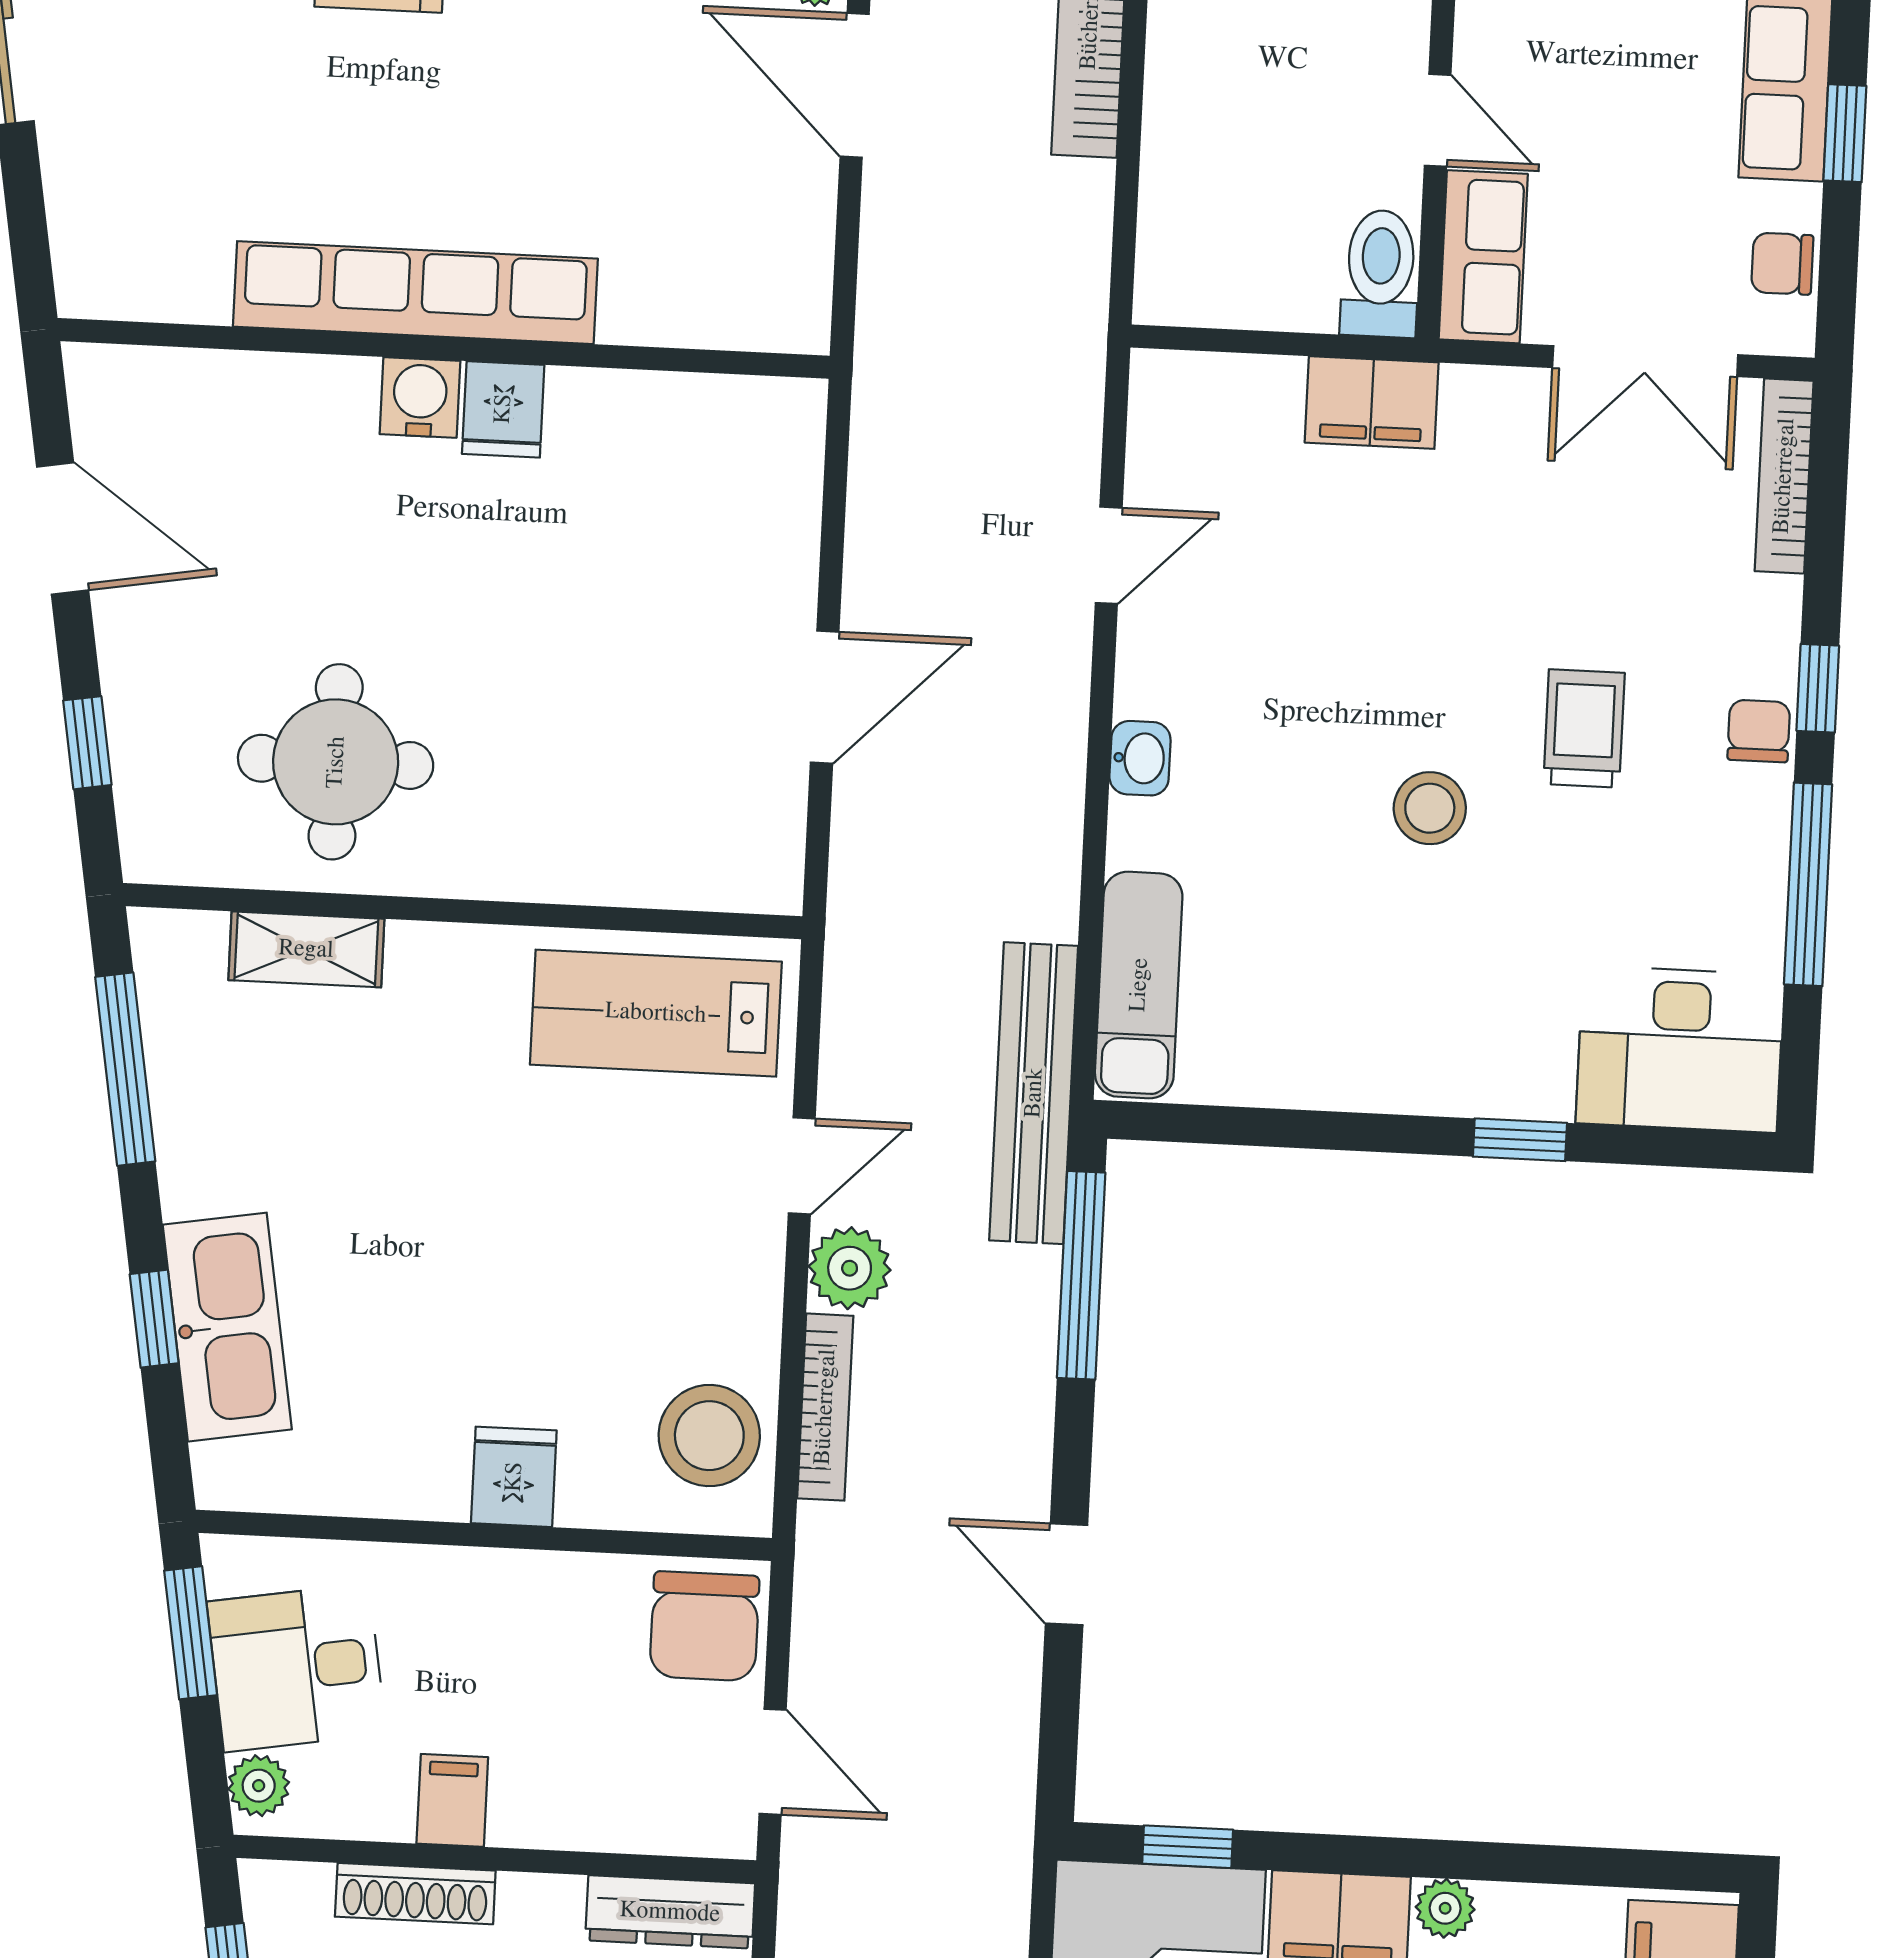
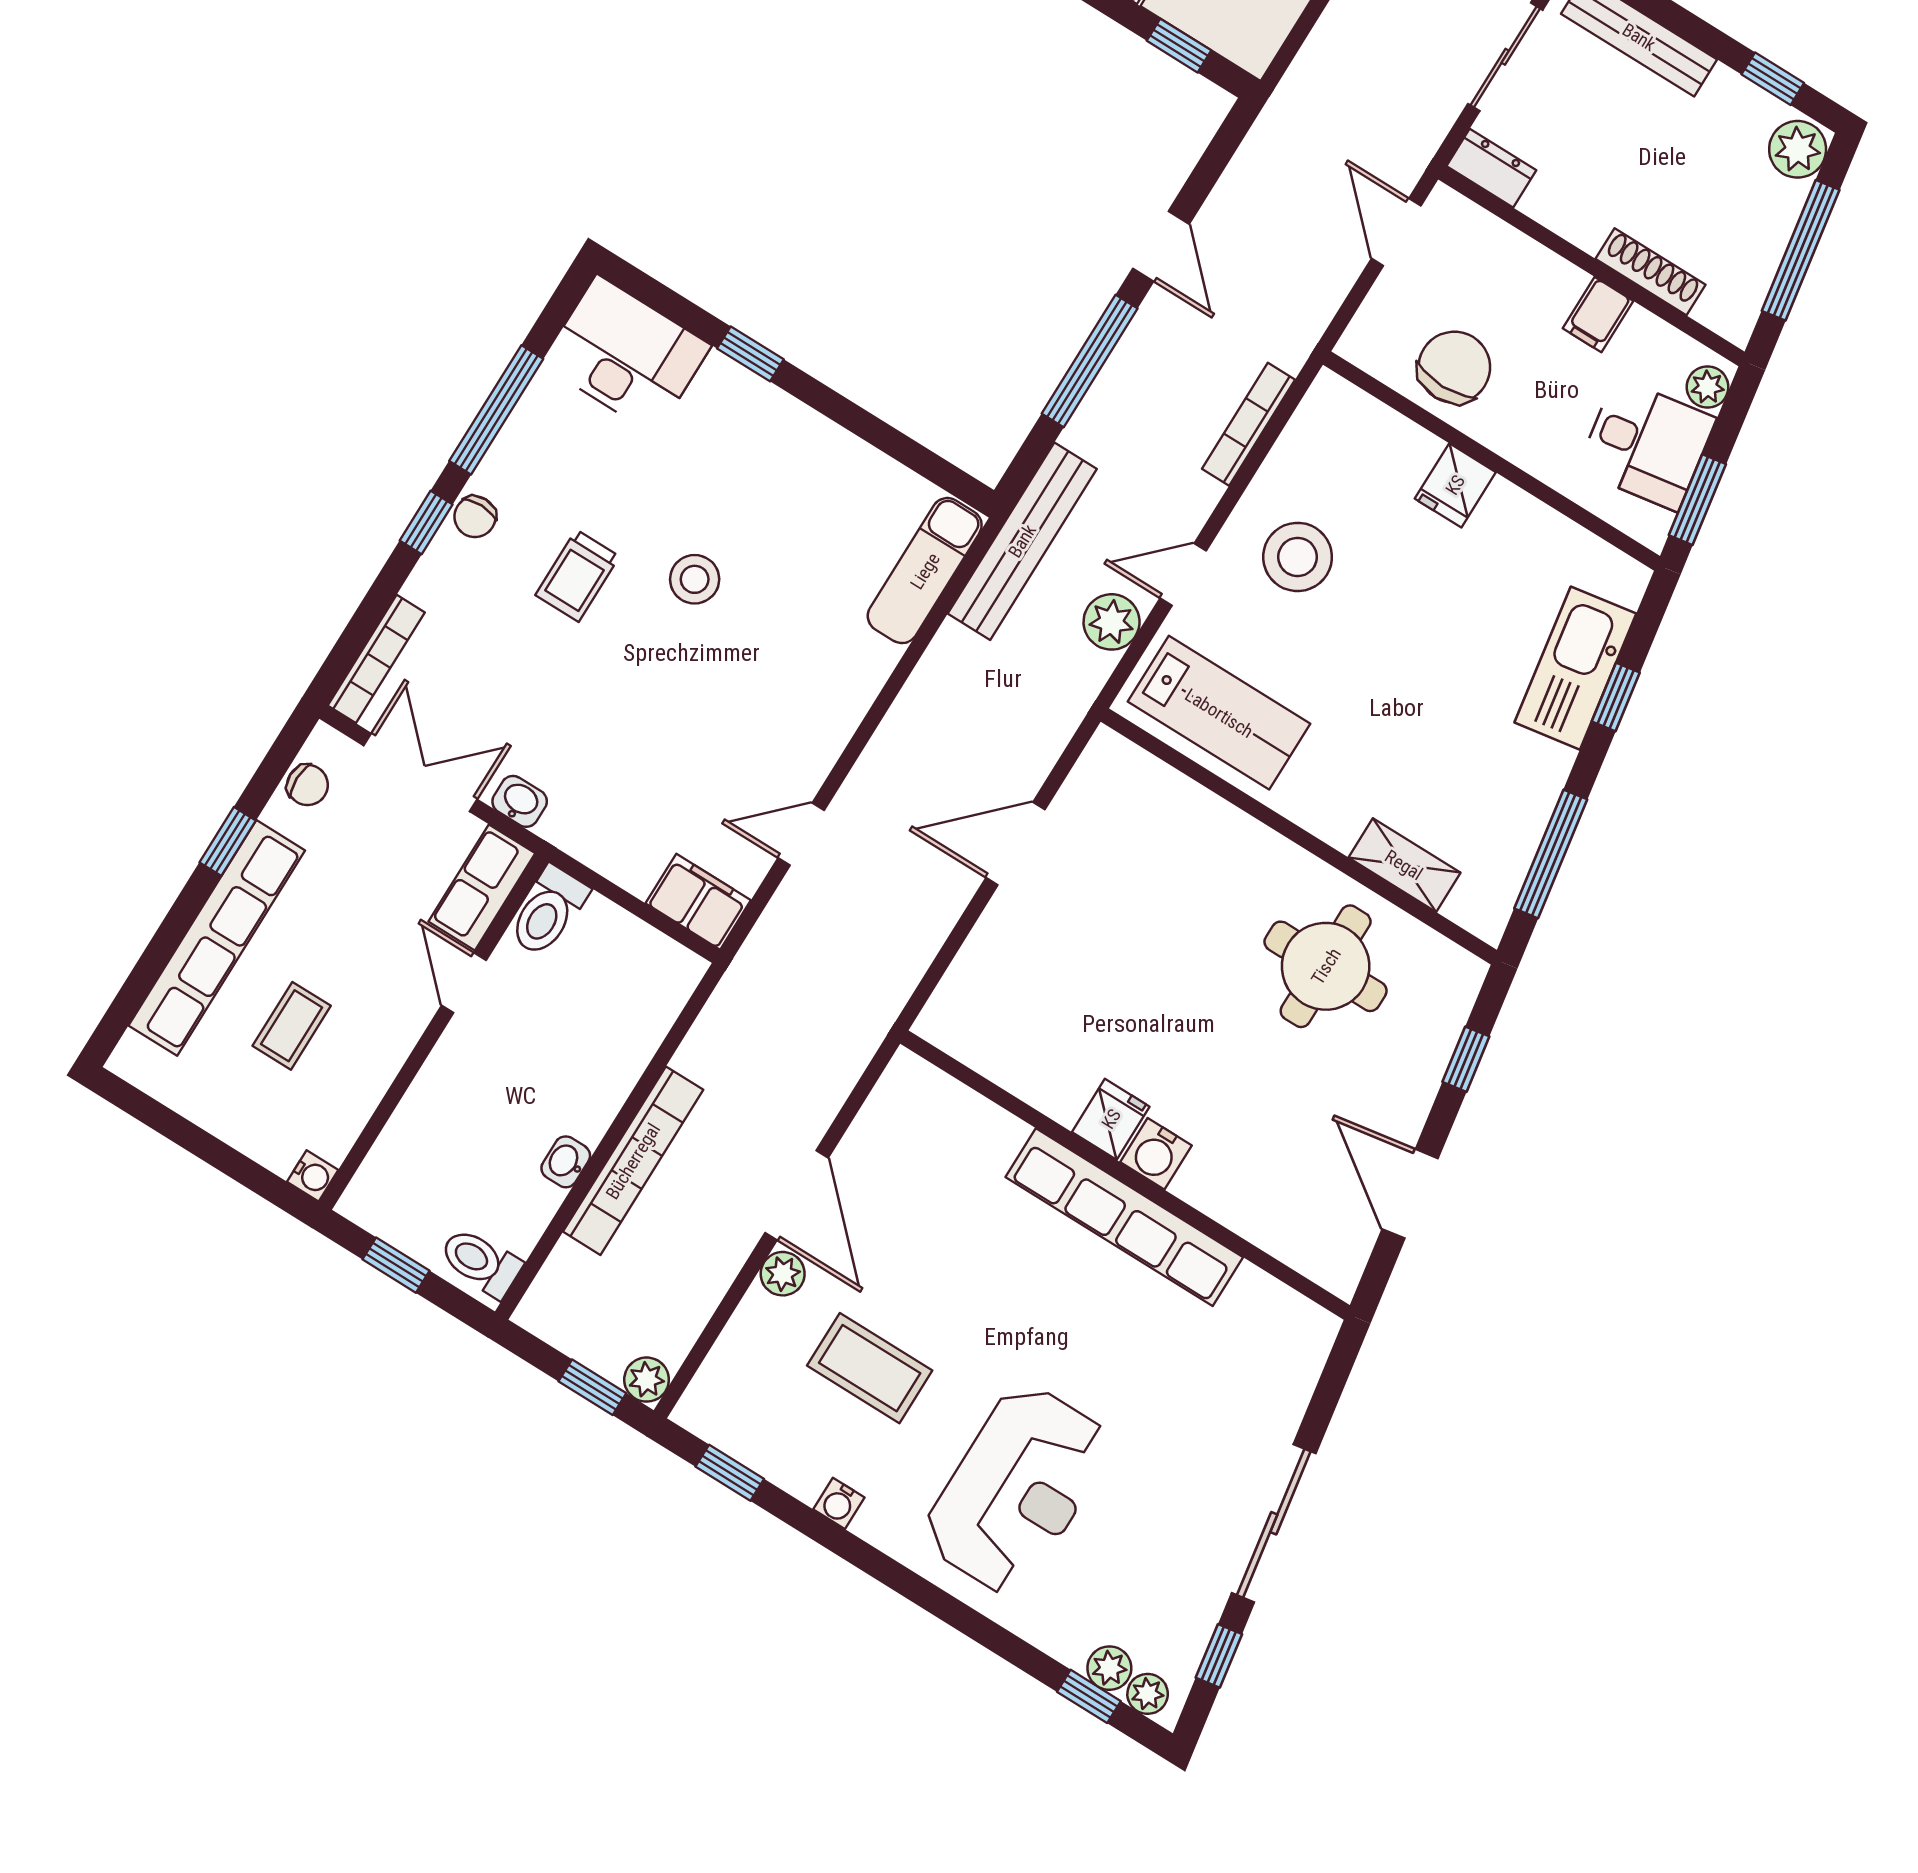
filing cabinet: (1372, 403) -> (698, 902), moved
washbasin: (1140, 758) -> (520, 801), moved, turned 90
plant: (850, 1268) -> (1112, 622), moved
window: (1081, 1275) -> (1090, 361), moved
stool: (709, 1436) -> (1298, 557), moved
chair: (704, 1626) -> (1454, 367), moved
dresser: (670, 1912) -> (1491, 168), width x0.70

